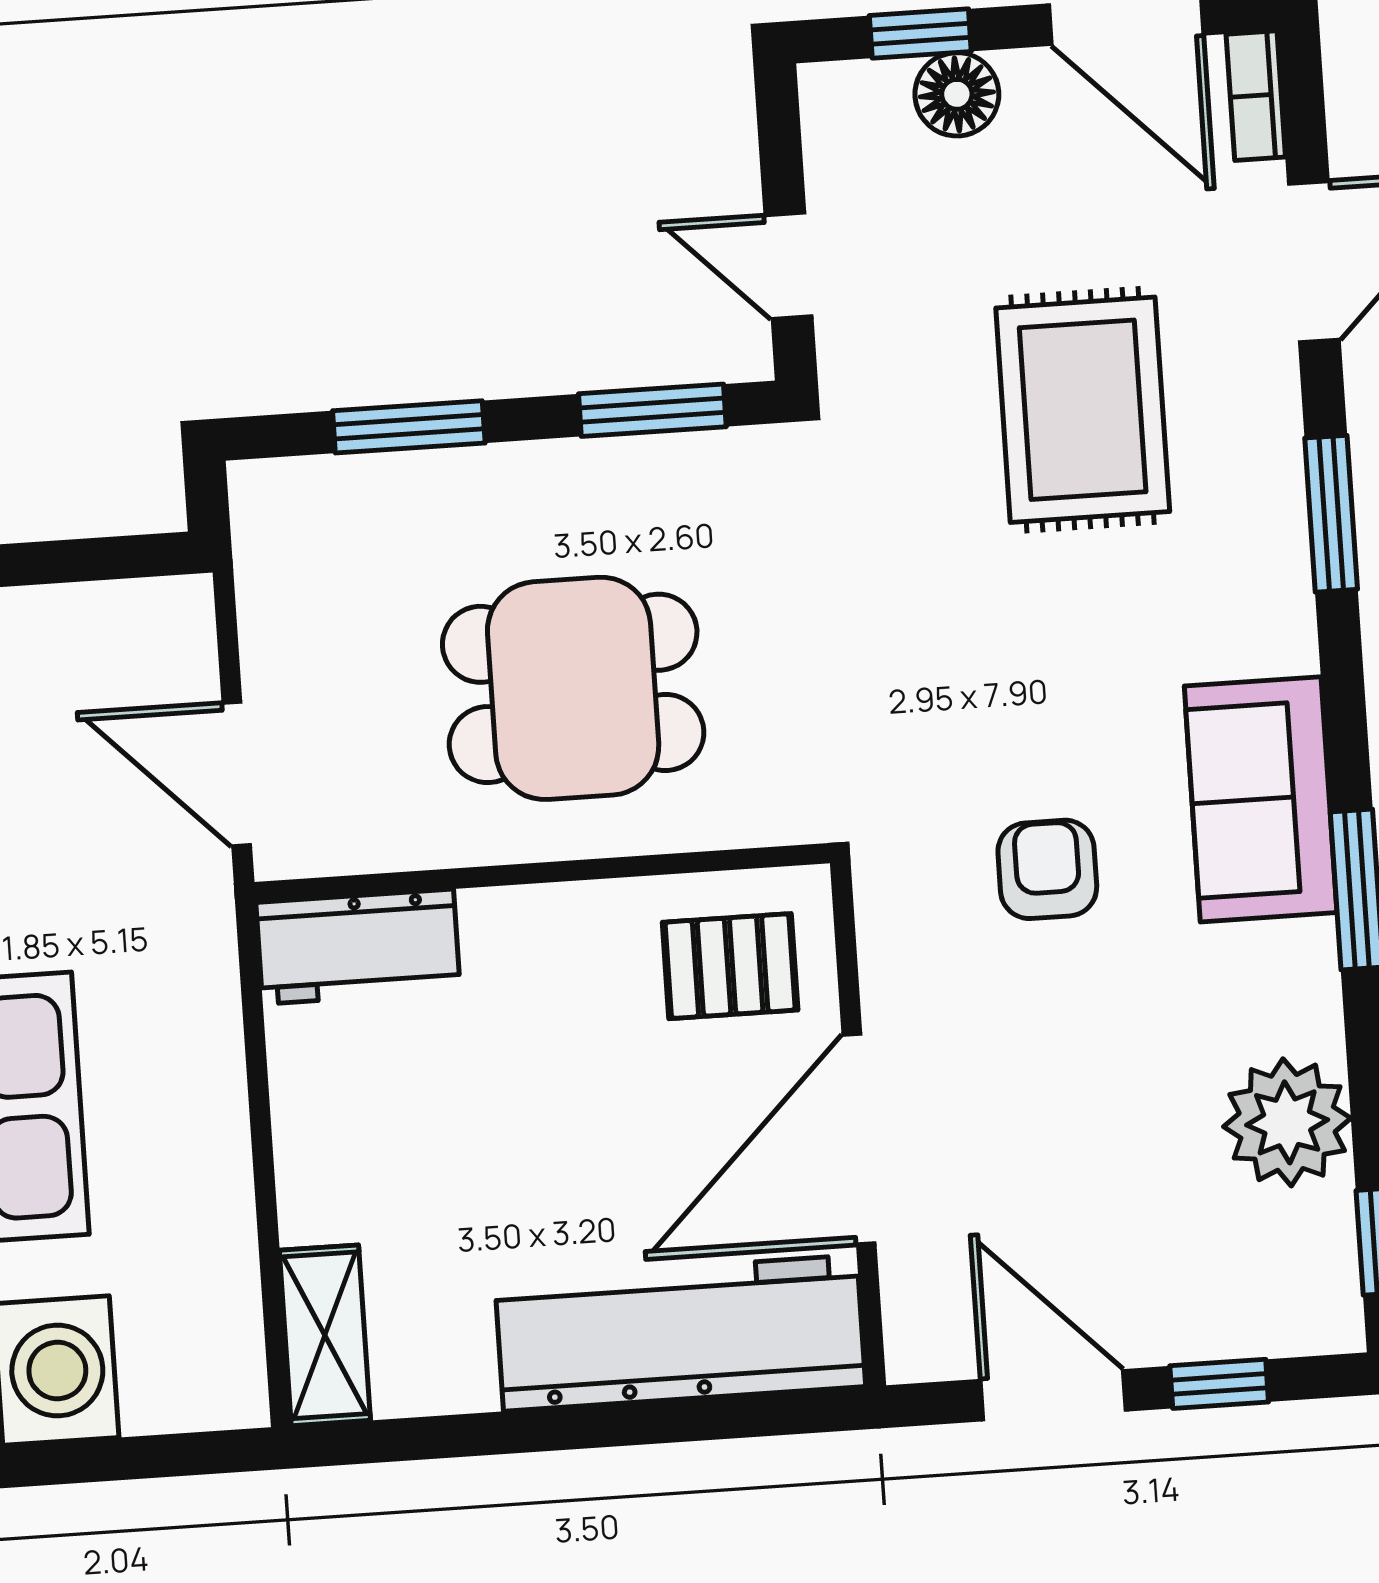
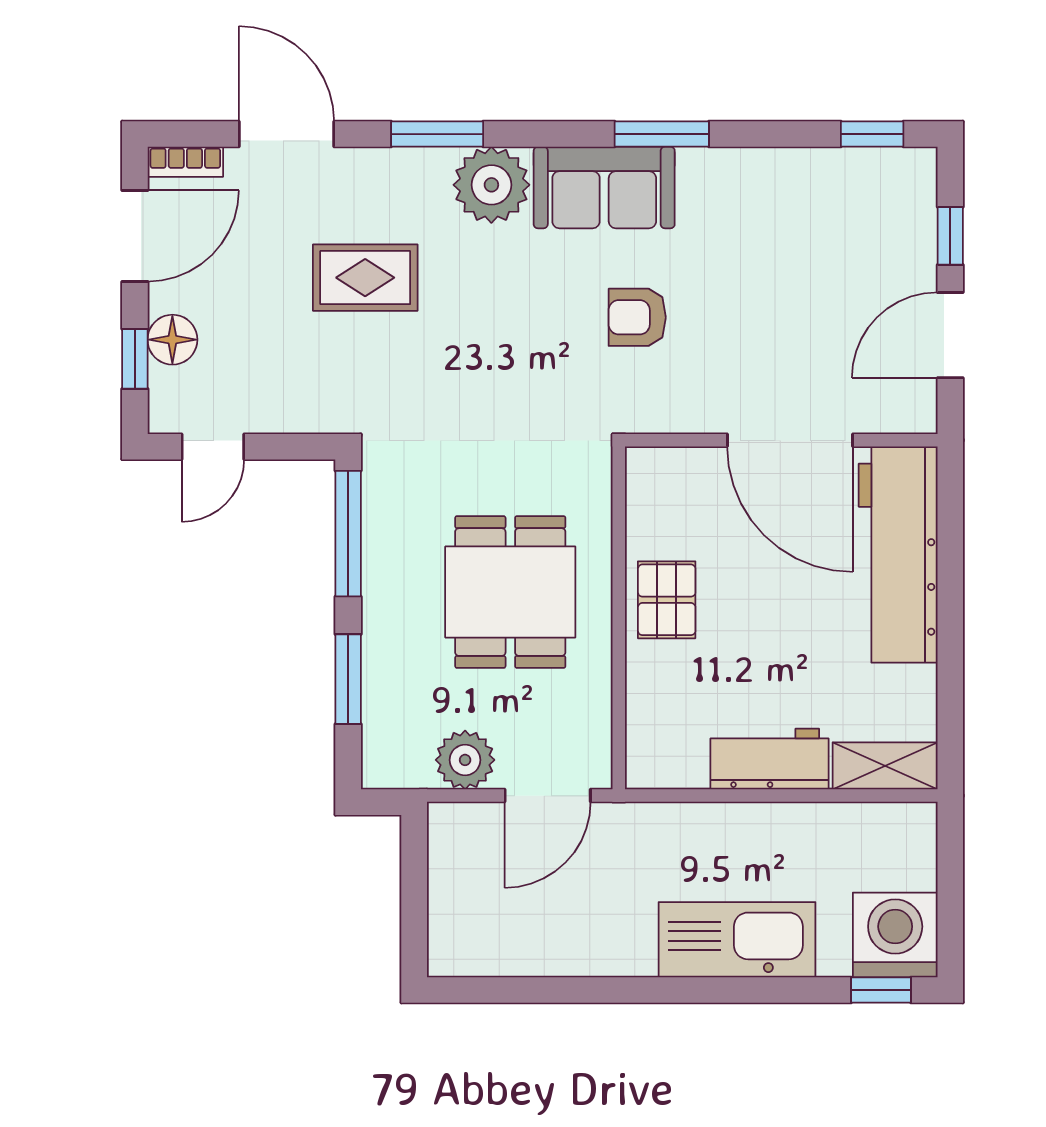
door: (788, 266) -> (213, 447), moved
window: (652, 410) -> (348, 534), width x1.44
rug: (1083, 410) -> (365, 278), width x0.73, depth x0.70
plant: (287, 632) -> (465, 760), added
workbench: (358, 947) -> (769, 759), moved, turned -90
pallet: (730, 966) -> (667, 600), moved
plant: (1287, 1122) -> (491, 185), moved

